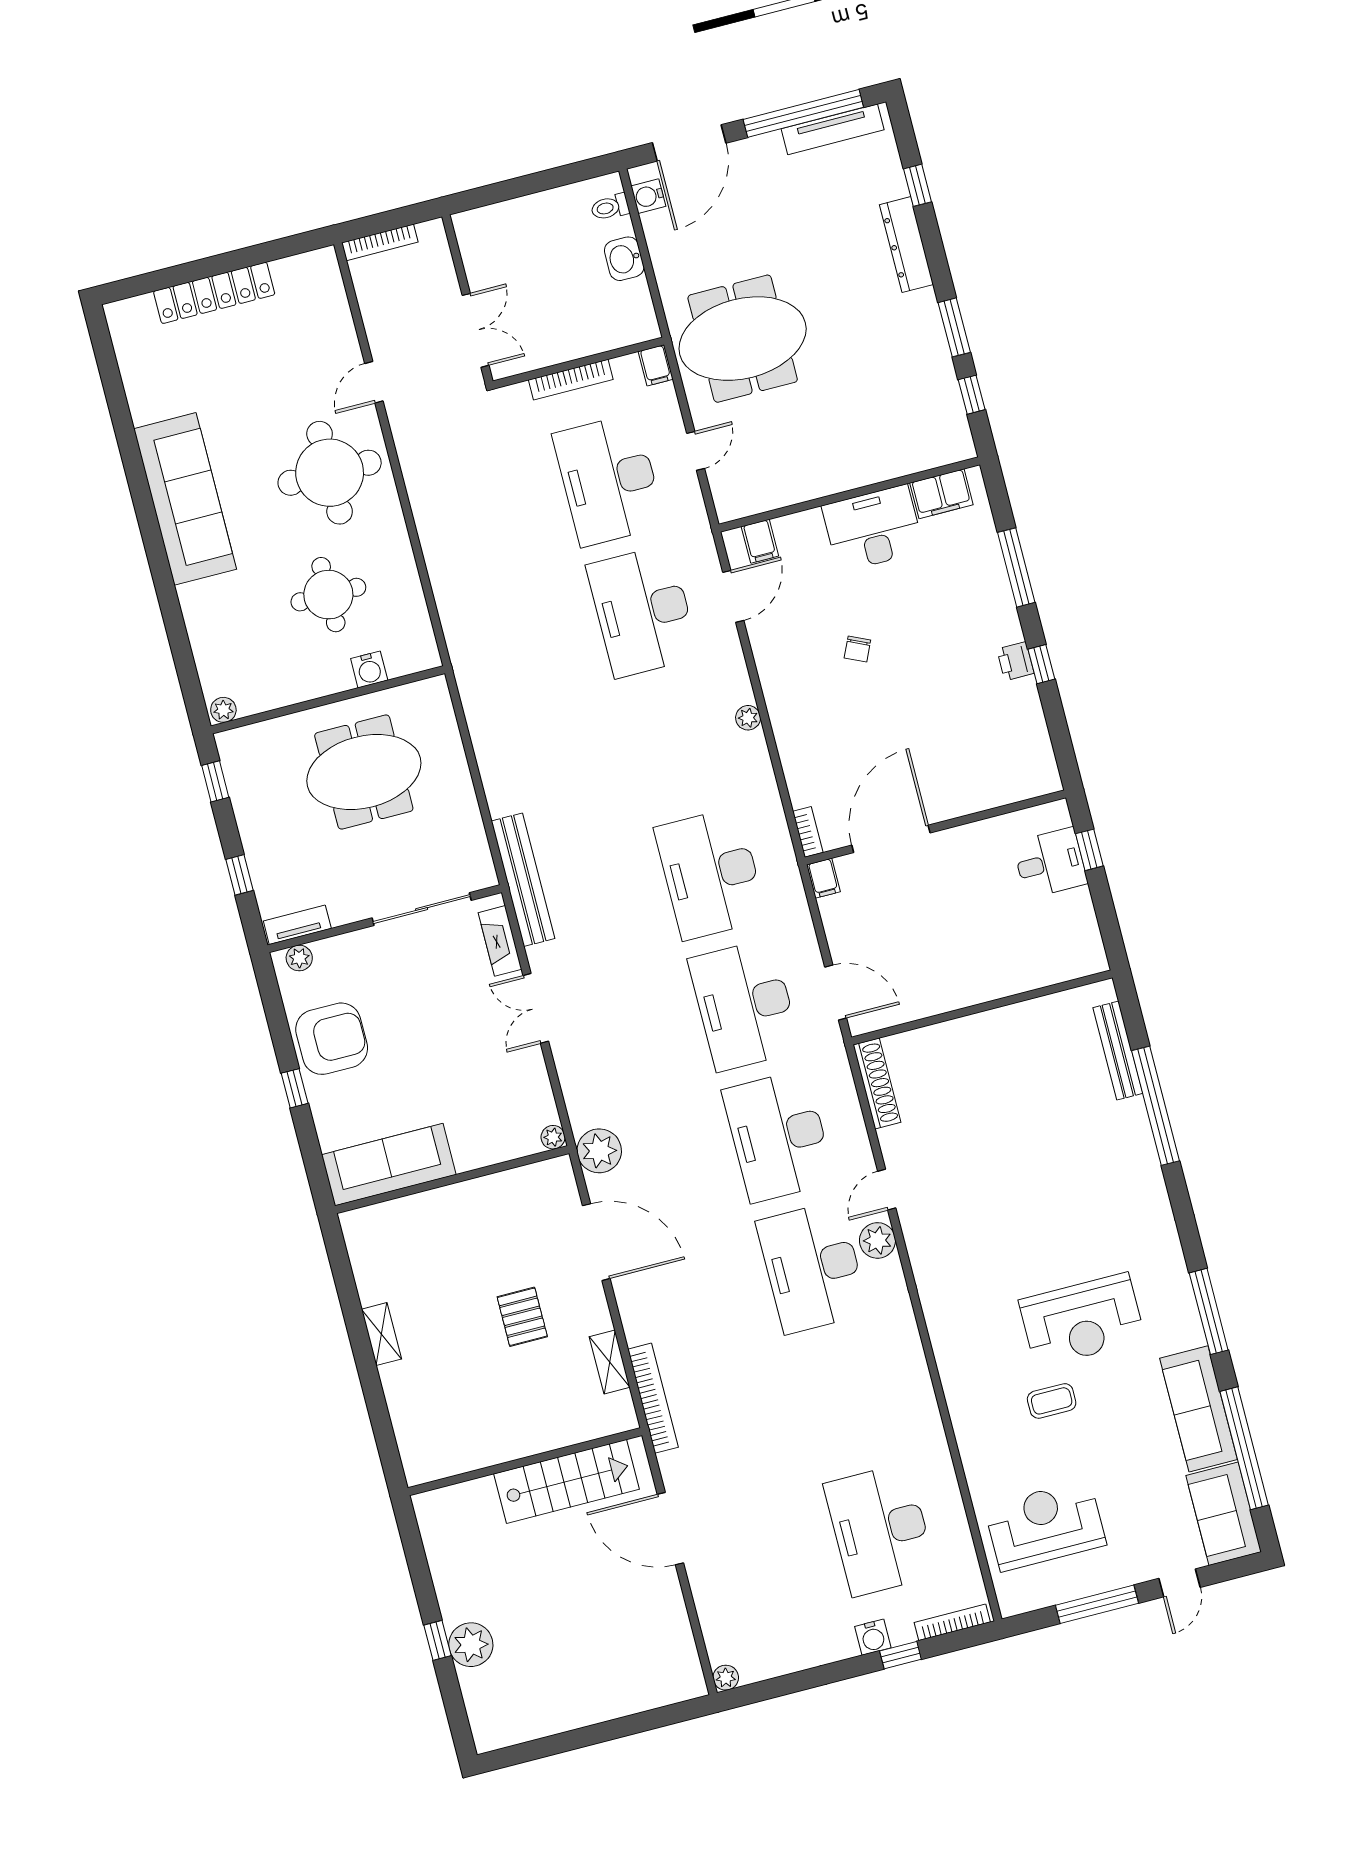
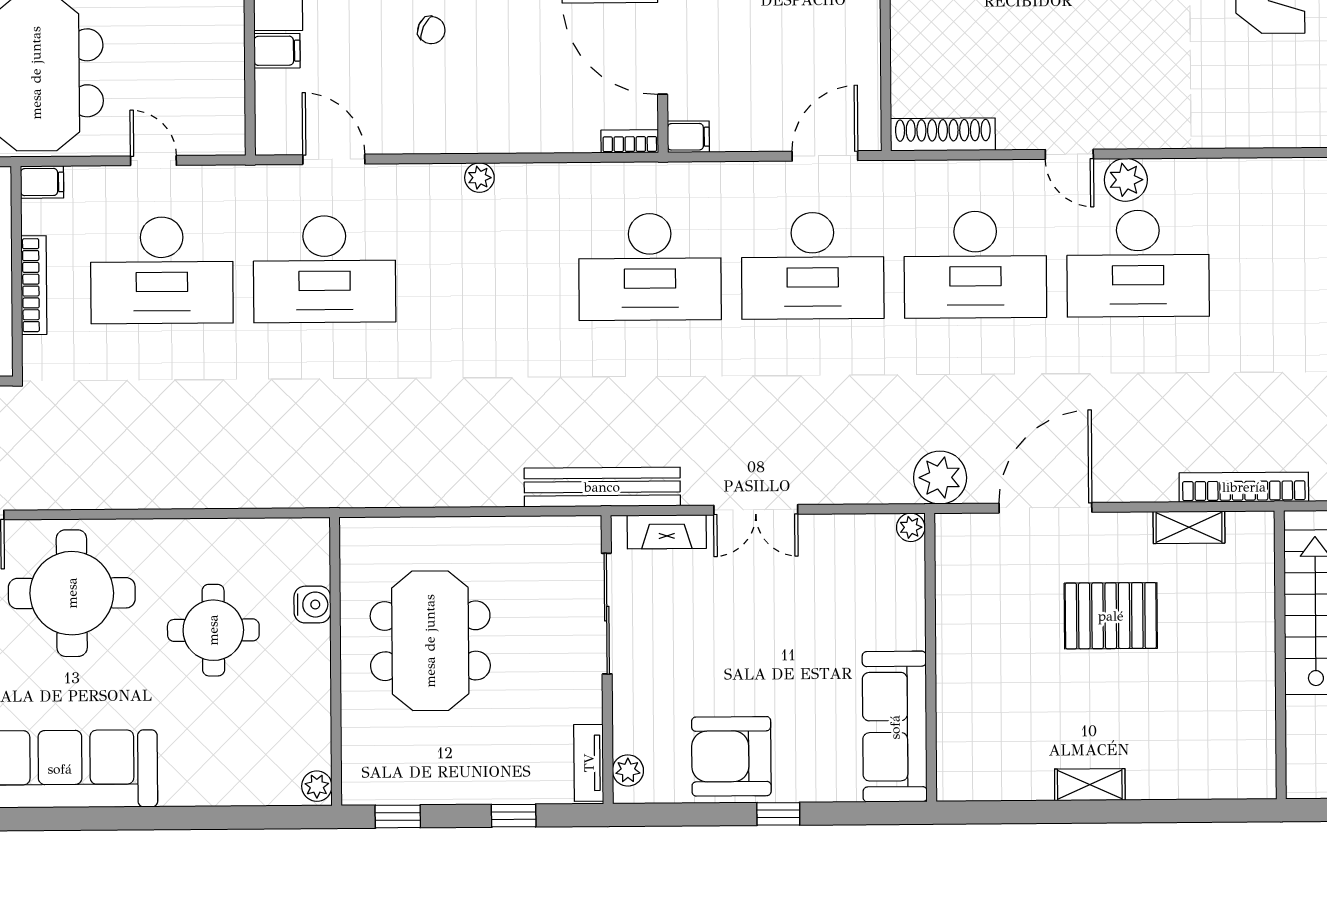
filing cabinet: (760, 541) -> (277, 51), moved
armchair: (332, 1039) -> (731, 756), turned -90
pallet: (522, 1317) -> (1111, 616), width x1.50, depth x1.42

